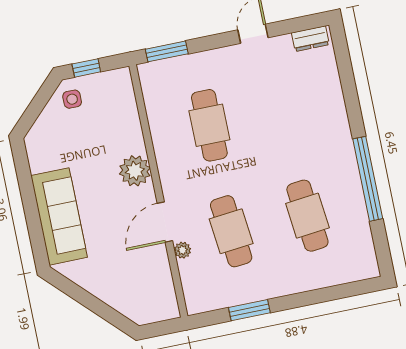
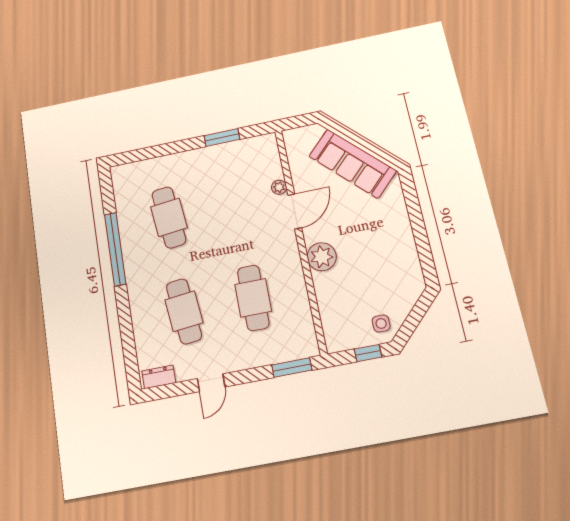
sofa: (59, 216) -> (352, 163), moved, turned -45
cafe table: (231, 231) -> (184, 311), moved

